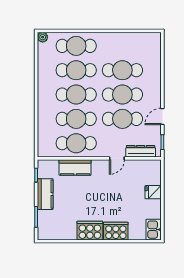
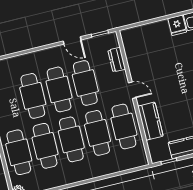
dresser: (141, 151) -> (117, 60), width x0.70
door: (117, 158) -> (132, 90), moved
fridge: (153, 192) -> (177, 25), moved

